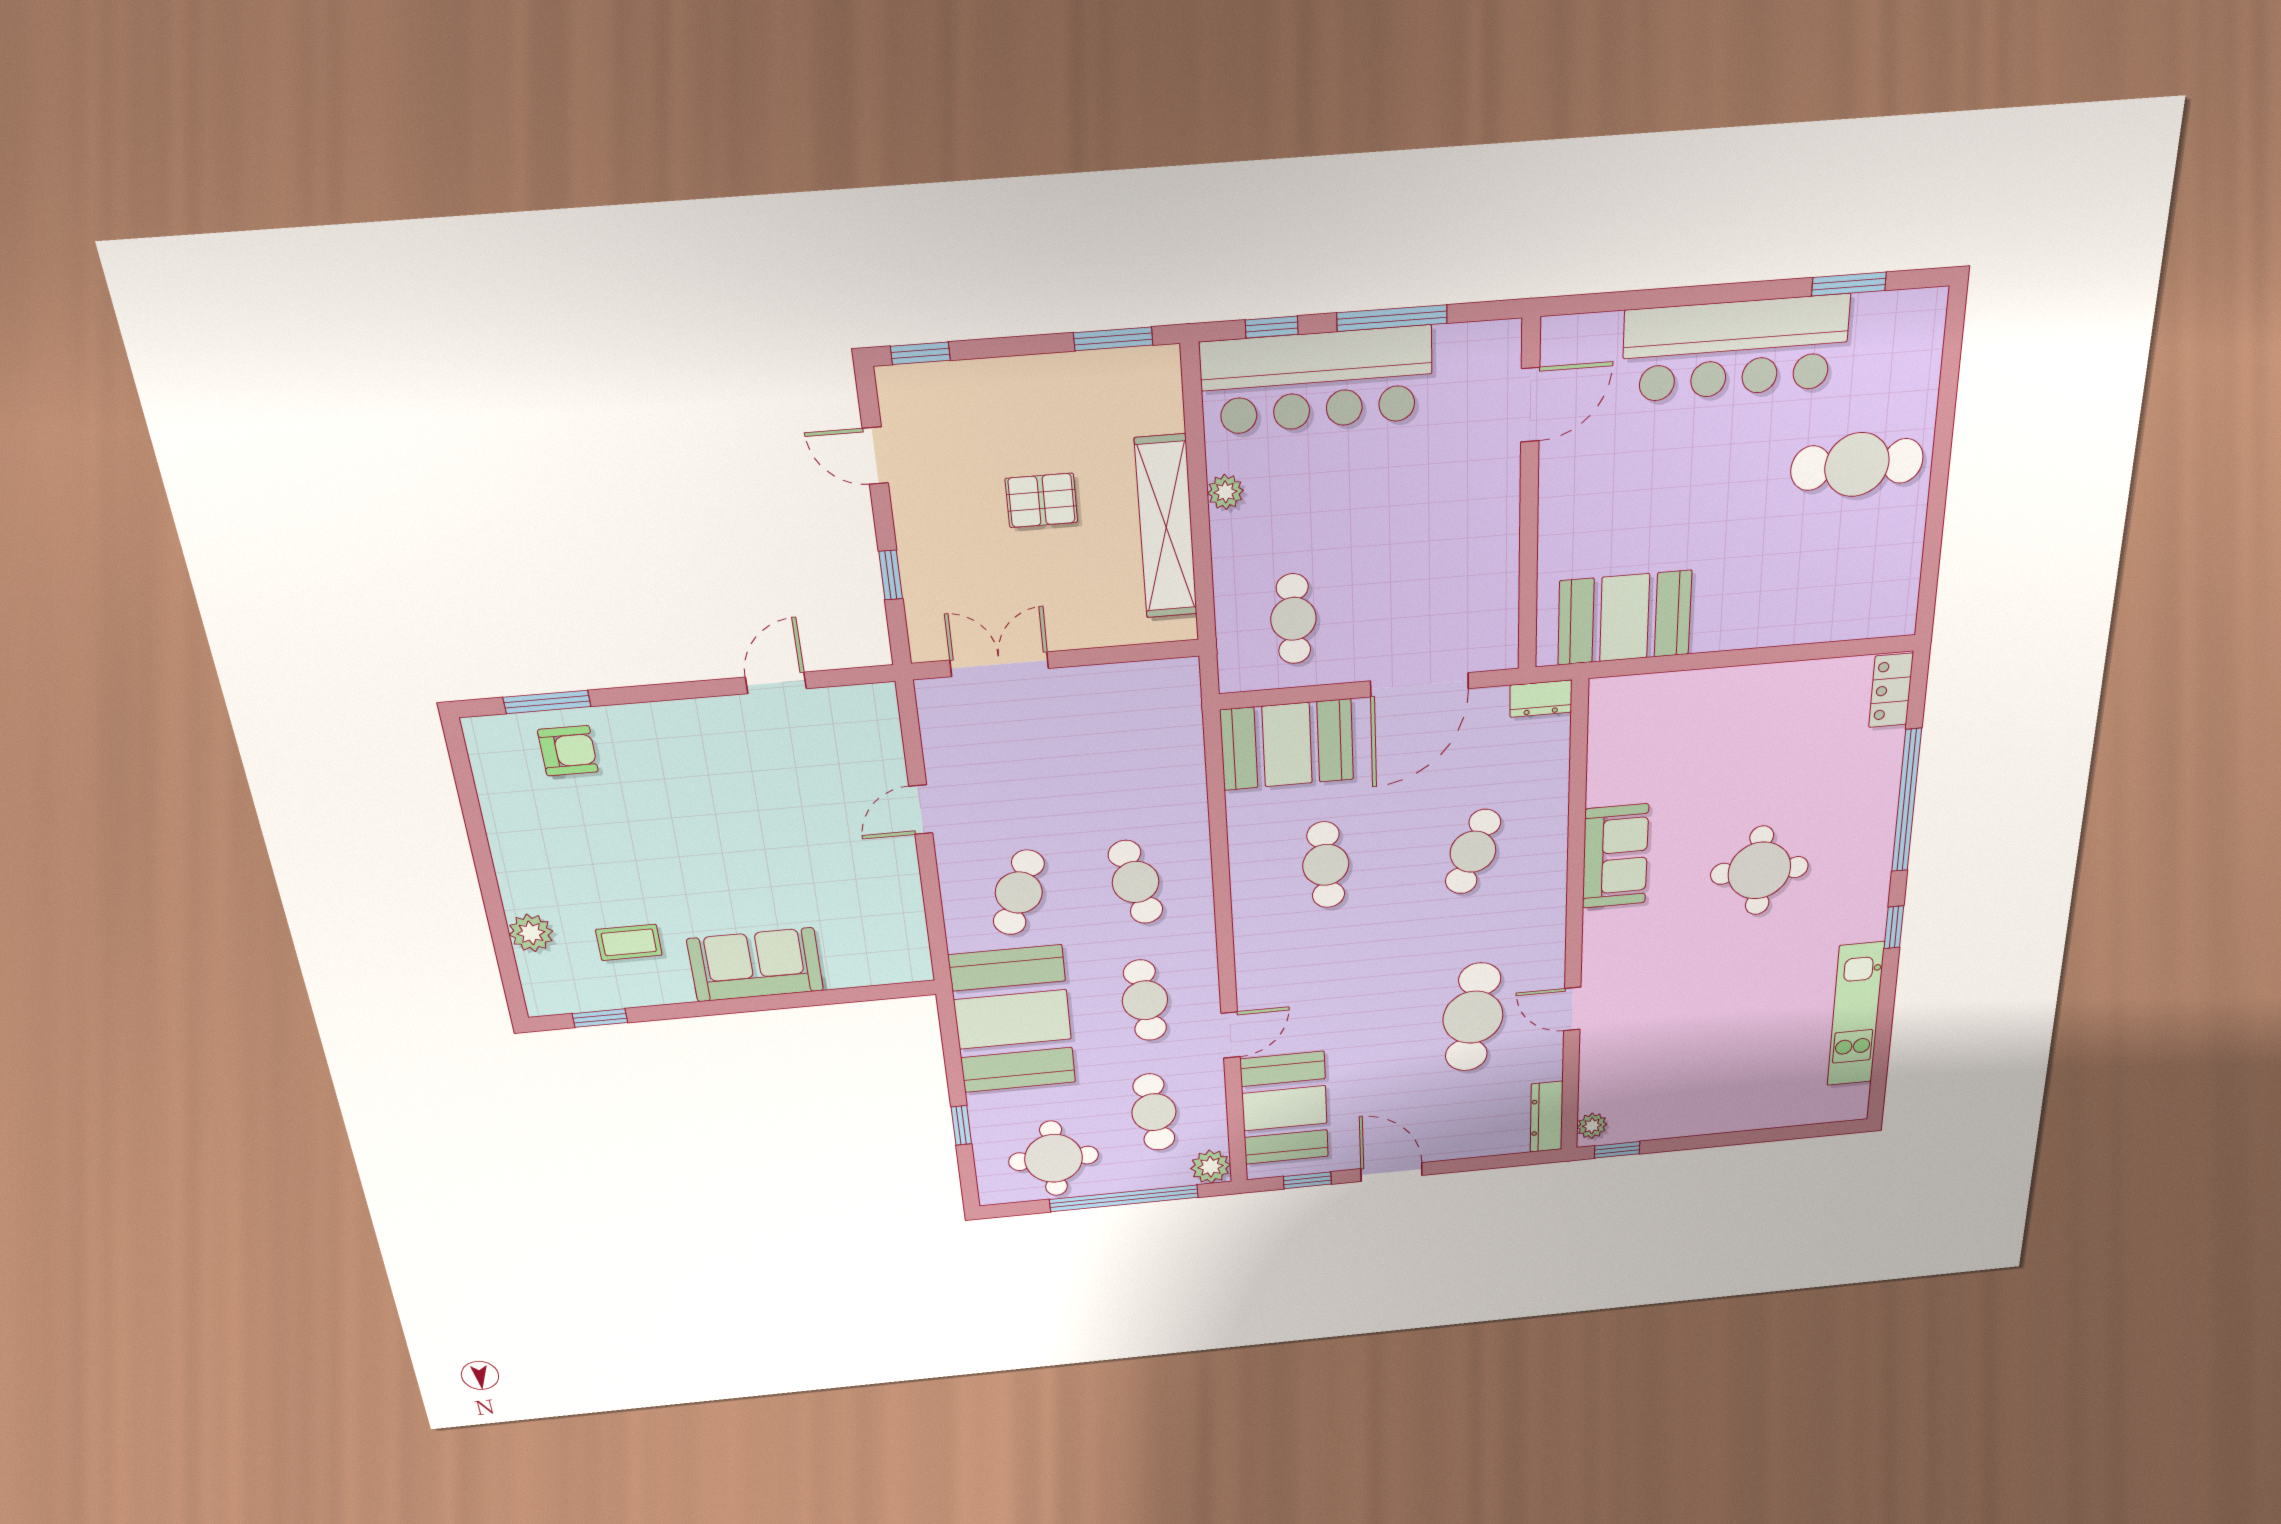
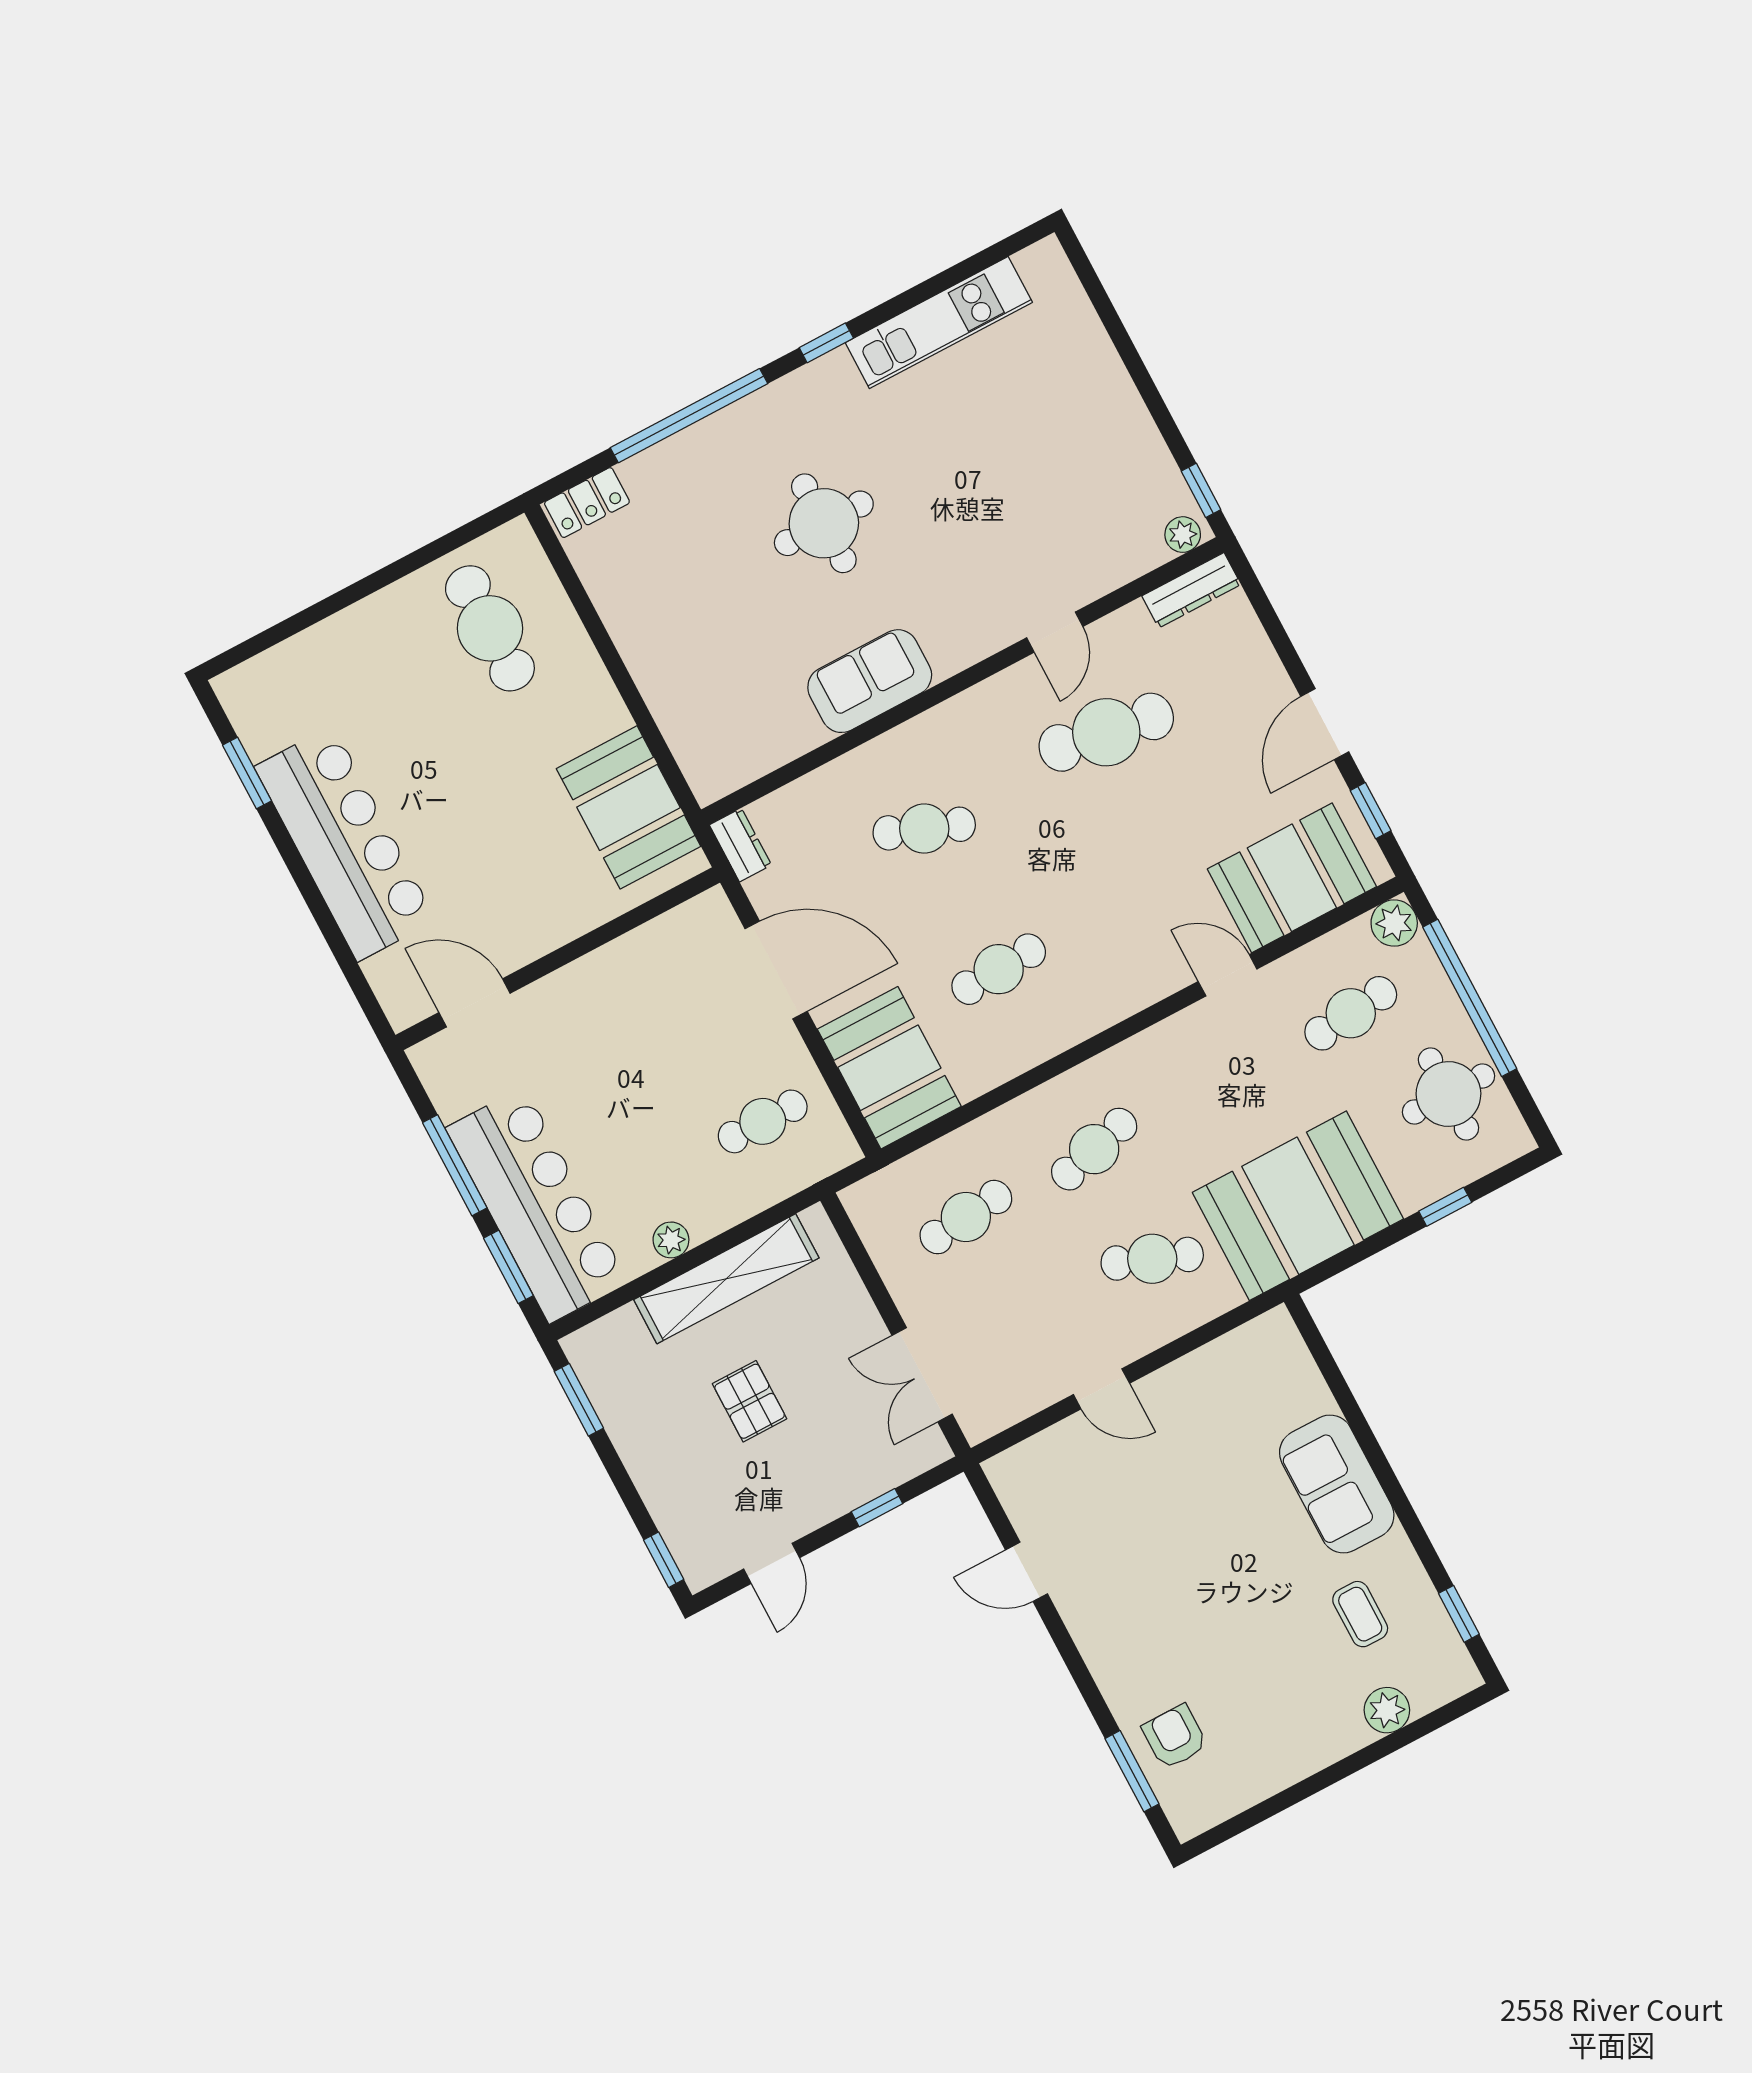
window: (1272, 327) -> (508, 1267), width x1.50
cafe table: (1857, 465) -> (490, 628), moved
cafe table: (1145, 1000) -> (966, 1217), moved

